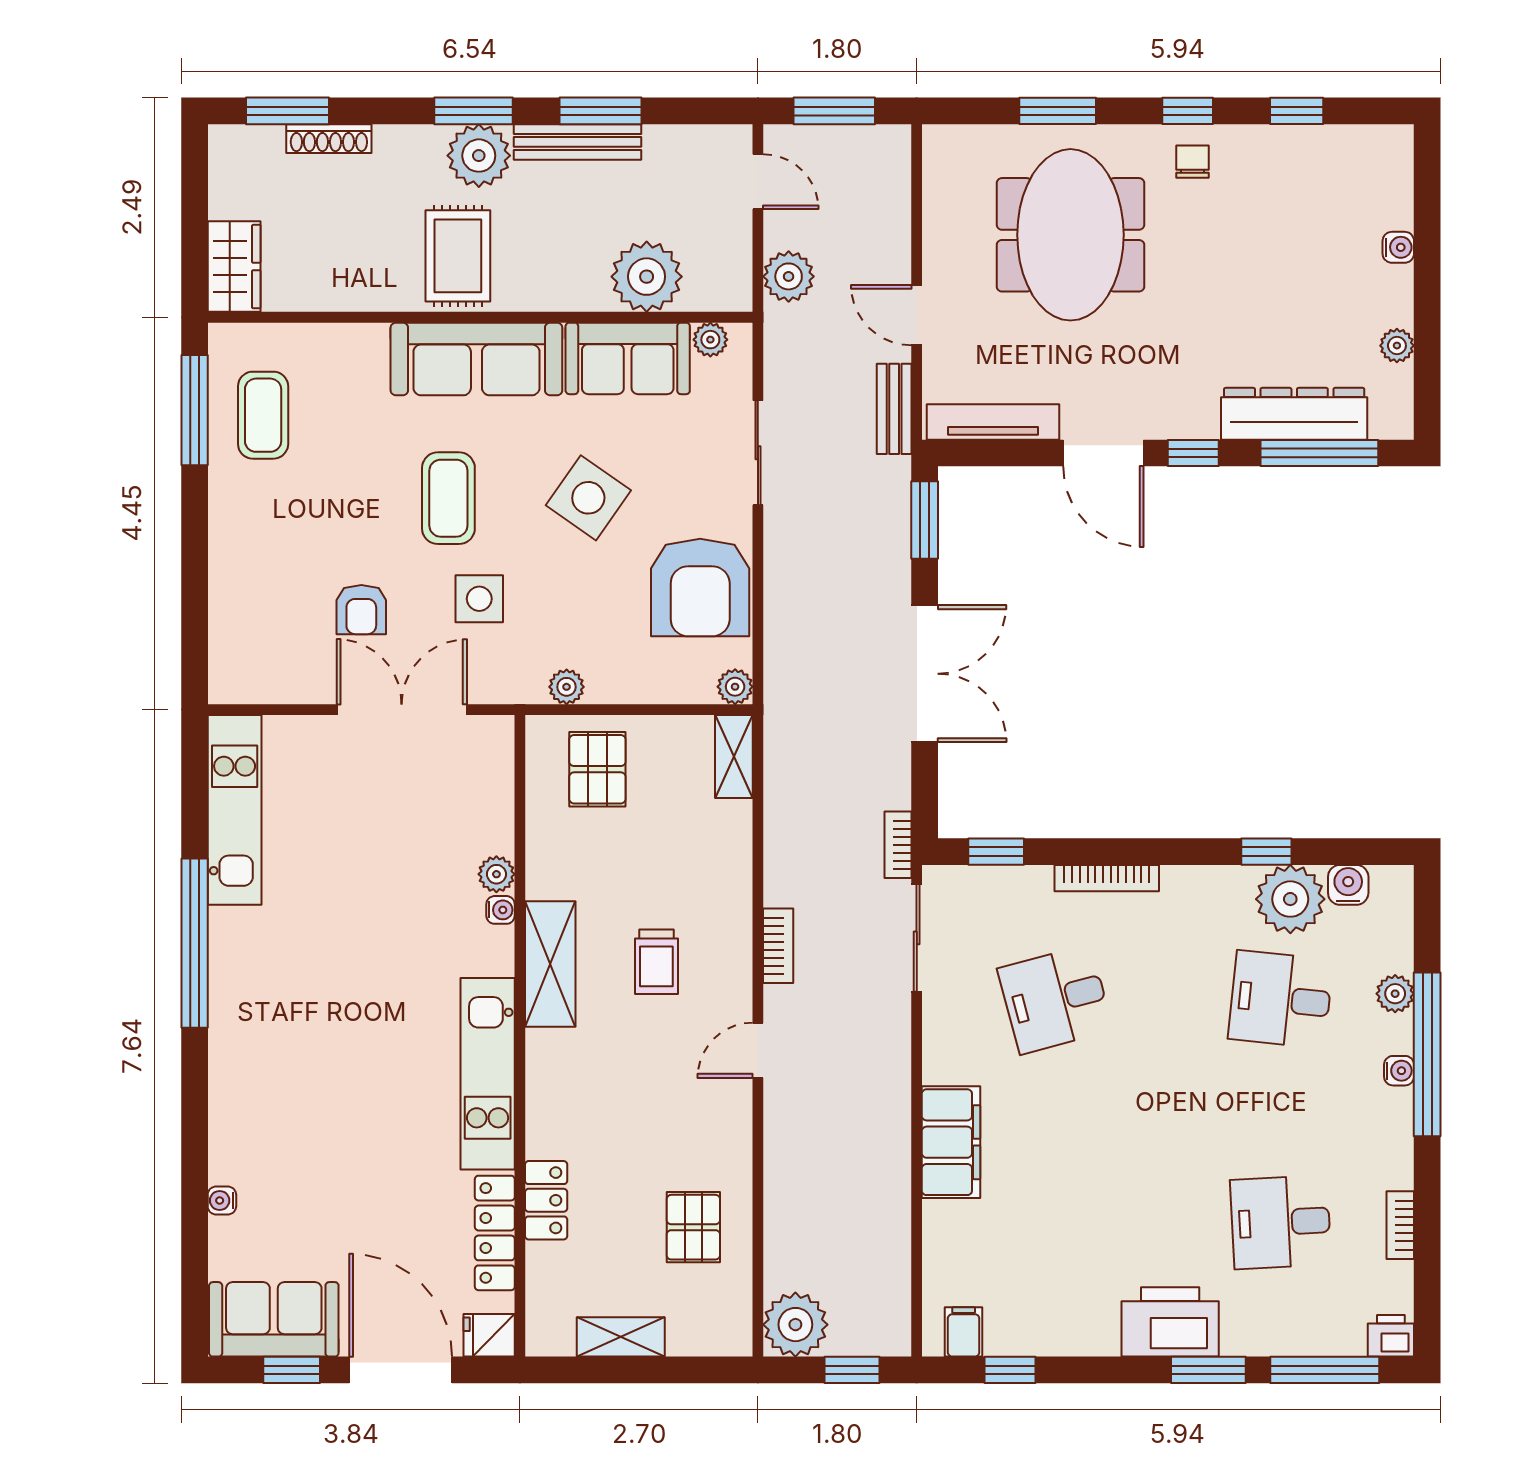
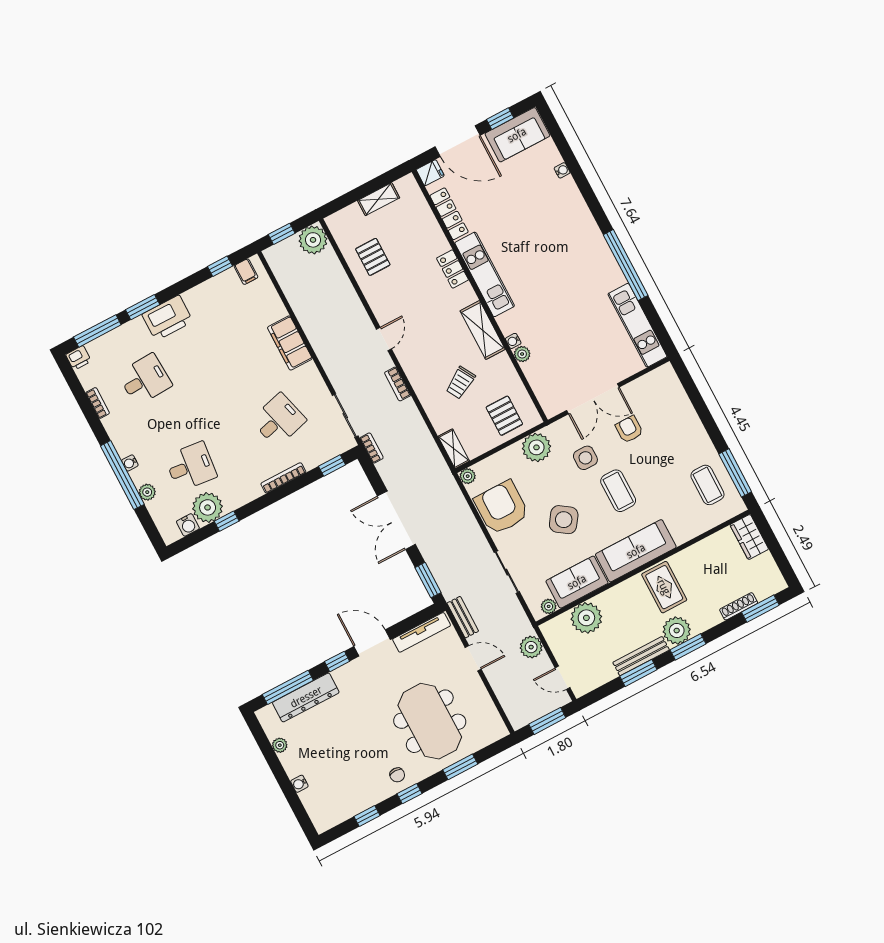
plant: (567, 687) -> (536, 447), width x1.87, depth x1.87
trolley: (656, 962) -> (460, 383), moved, turned -120
locker: (546, 1200) -> (453, 269), moved

